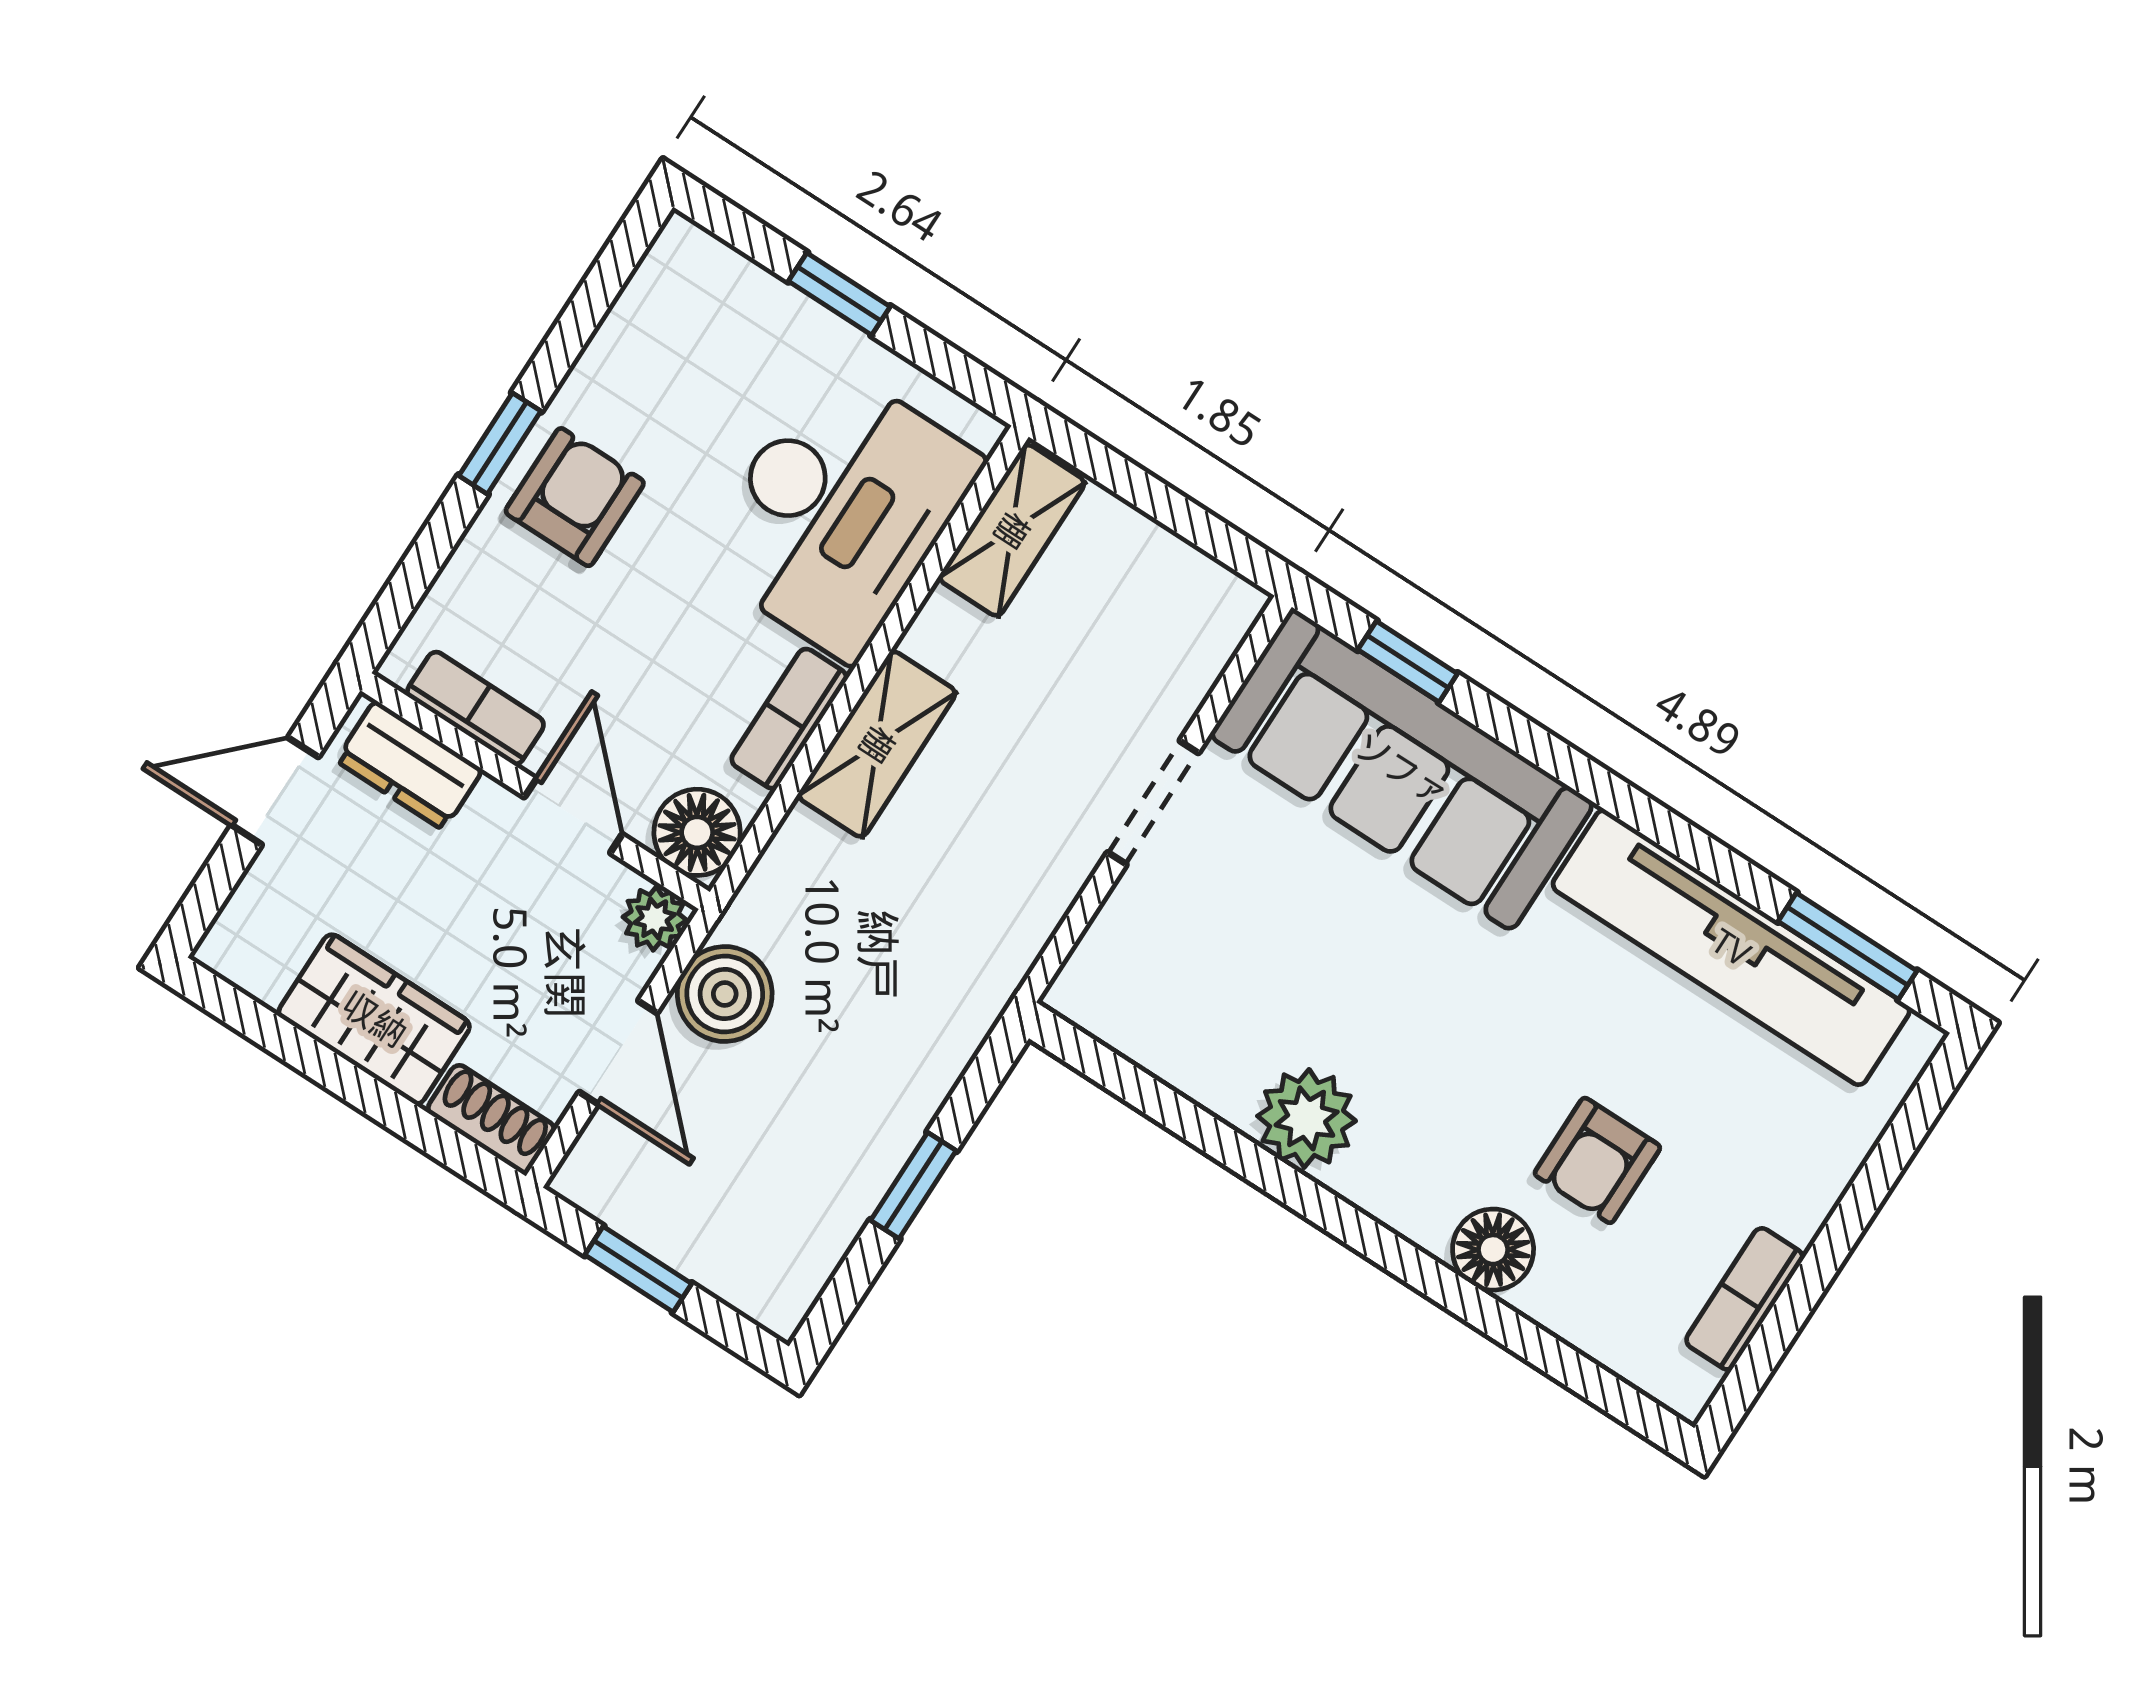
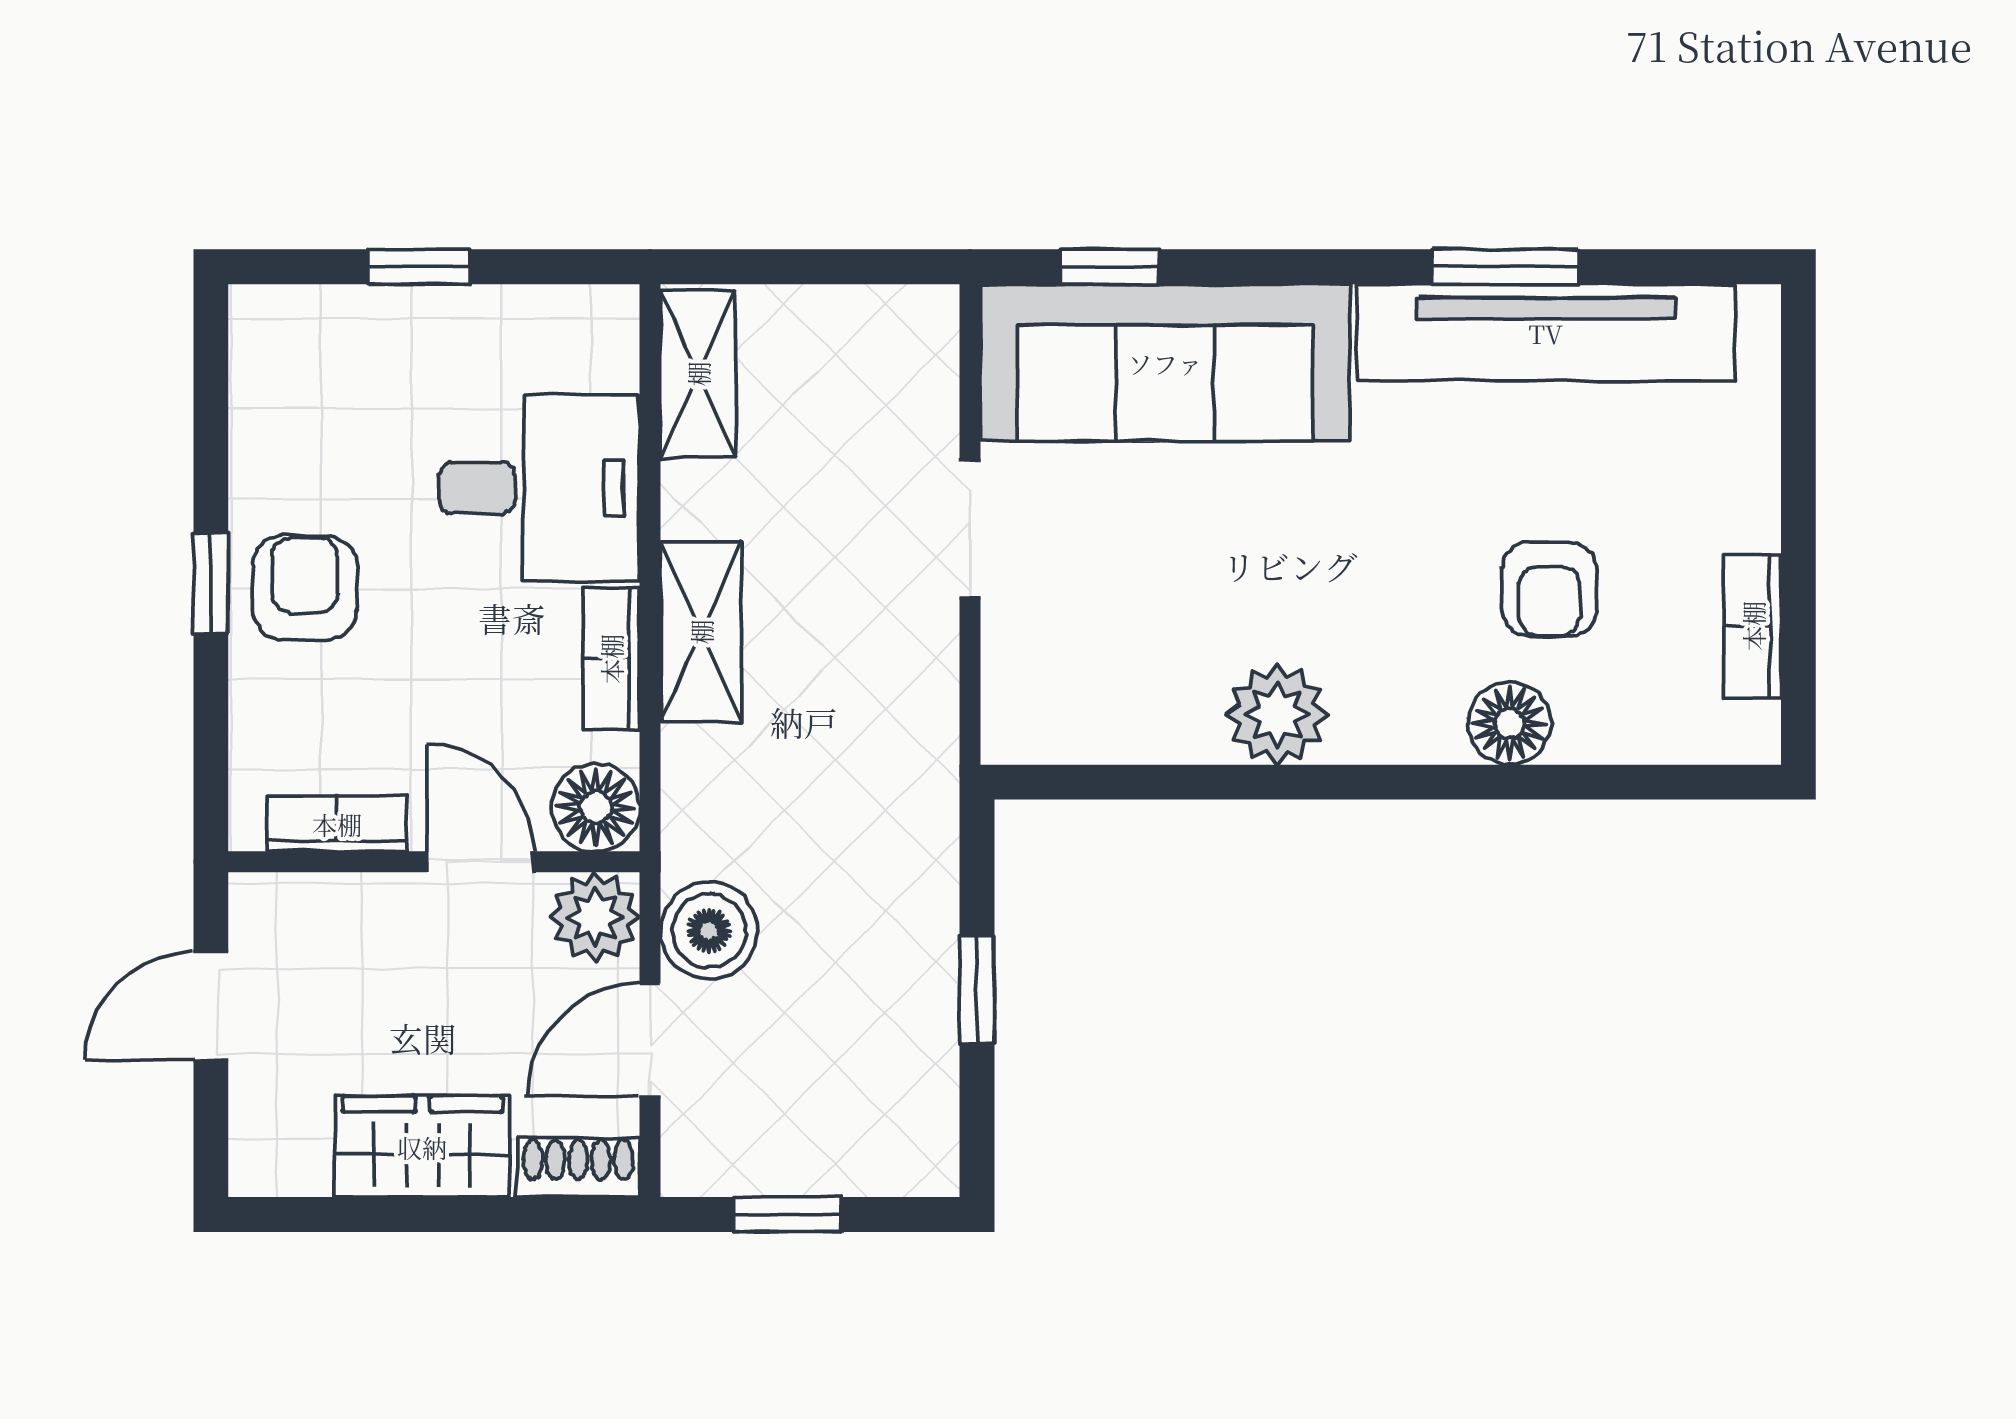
desk: (839, 511) -> (539, 488), width x0.73
dresser: (409, 765) -> (312, 909), removed
plant: (655, 919) -> (595, 917), width x1.38, depth x1.38
window: (1847, 946) -> (1506, 267), moved
door: (618, 1053) -> (650, 1040), swing flipped

